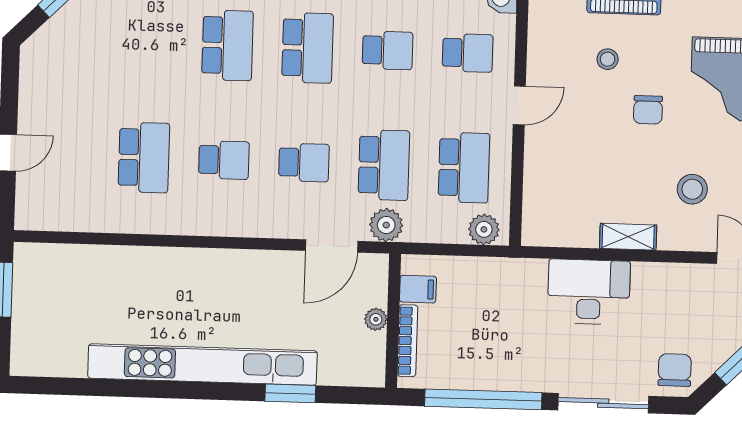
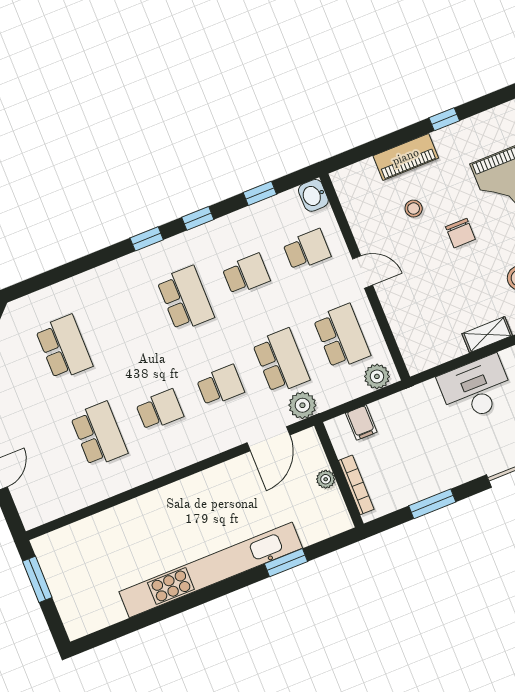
school desk: (227, 45) -> (64, 347), moved
door: (519, 105) -> (363, 272), hinge flipped
filing cabinet: (418, 289) -> (361, 423), moved, turned 90
window: (483, 399) -> (432, 504), width x0.47

